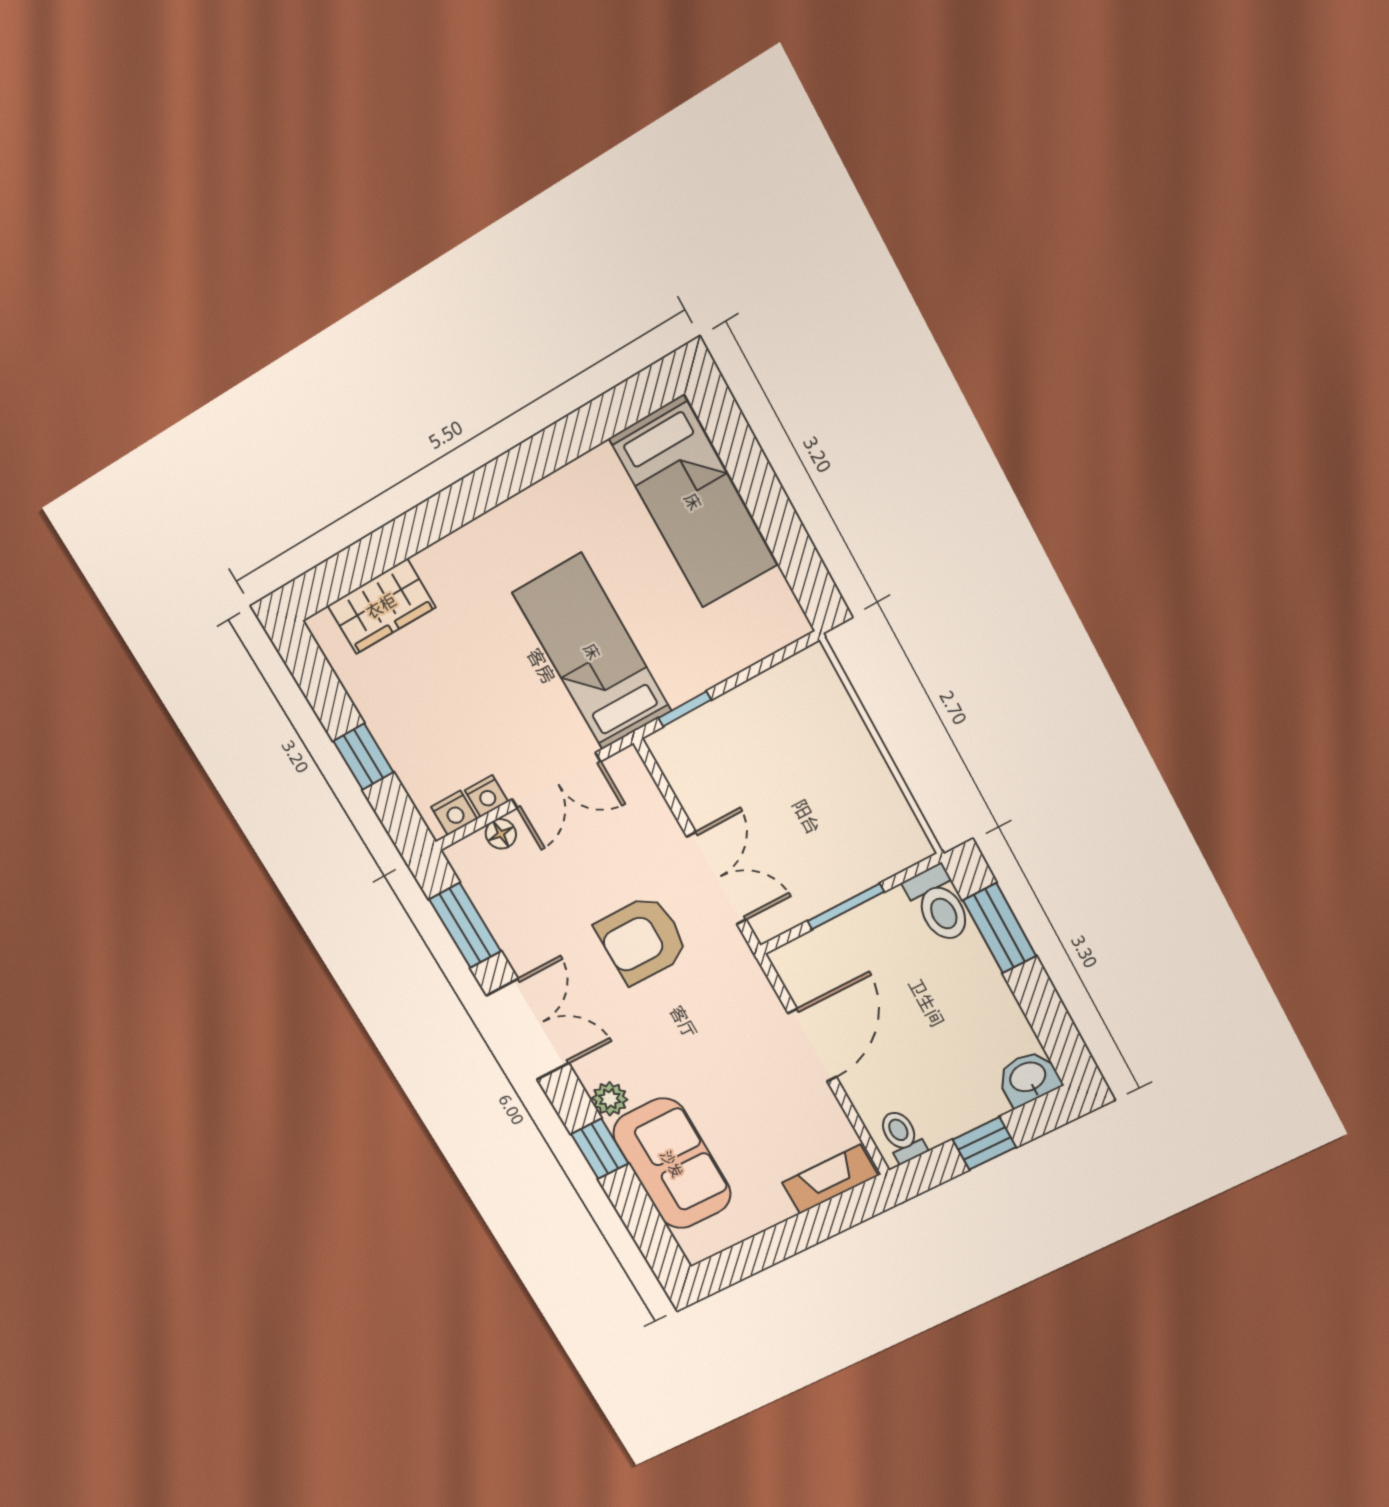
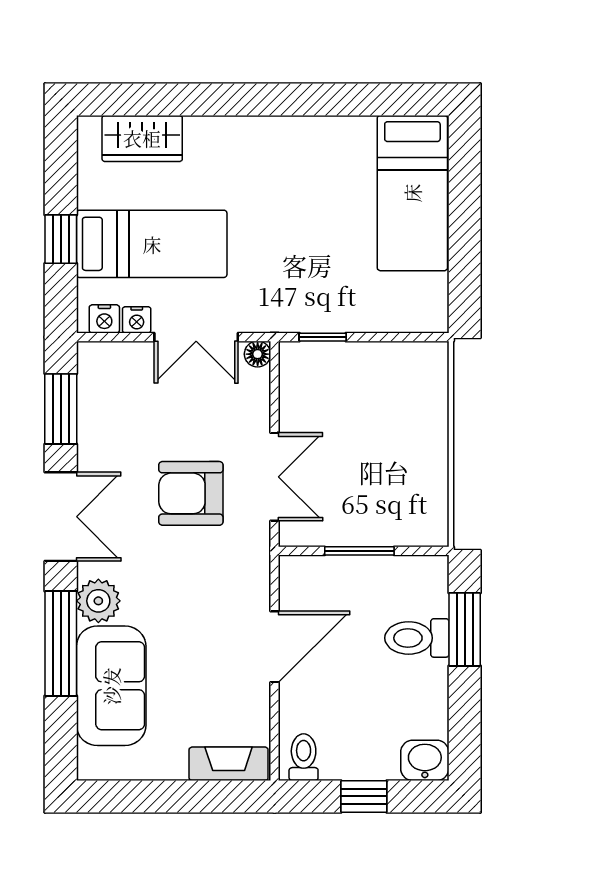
bed: (592, 652) -> (152, 244), moved, turned 90
floor lamp: (501, 834) -> (258, 354), moved
toilet: (939, 905) -> (417, 638), moved, turned 90
plant: (610, 1099) -> (98, 601), width x1.38, depth x1.38
window: (600, 1149) -> (61, 643), width x2.17

